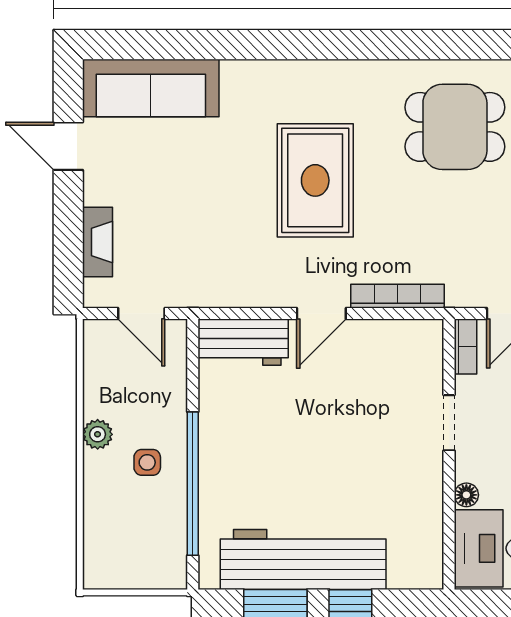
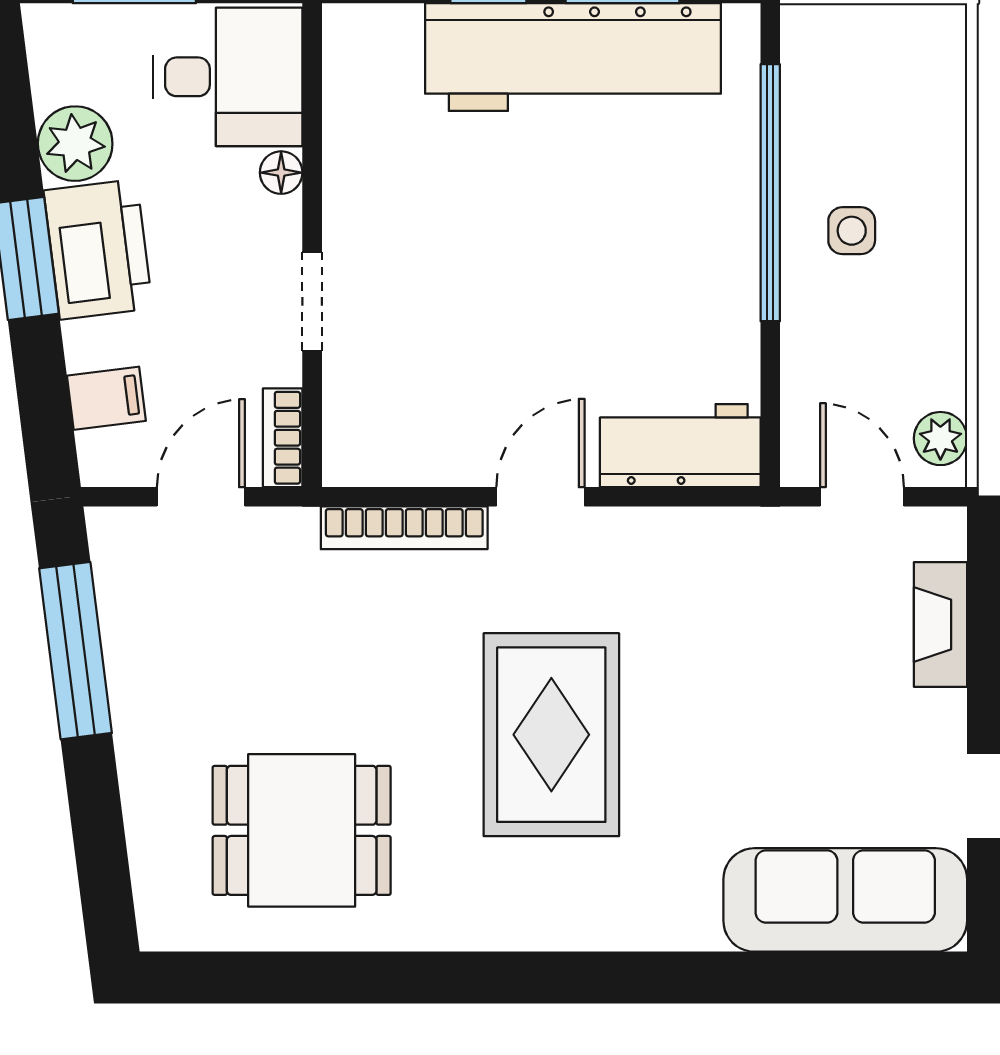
plant: (98, 434) -> (940, 439), moved

